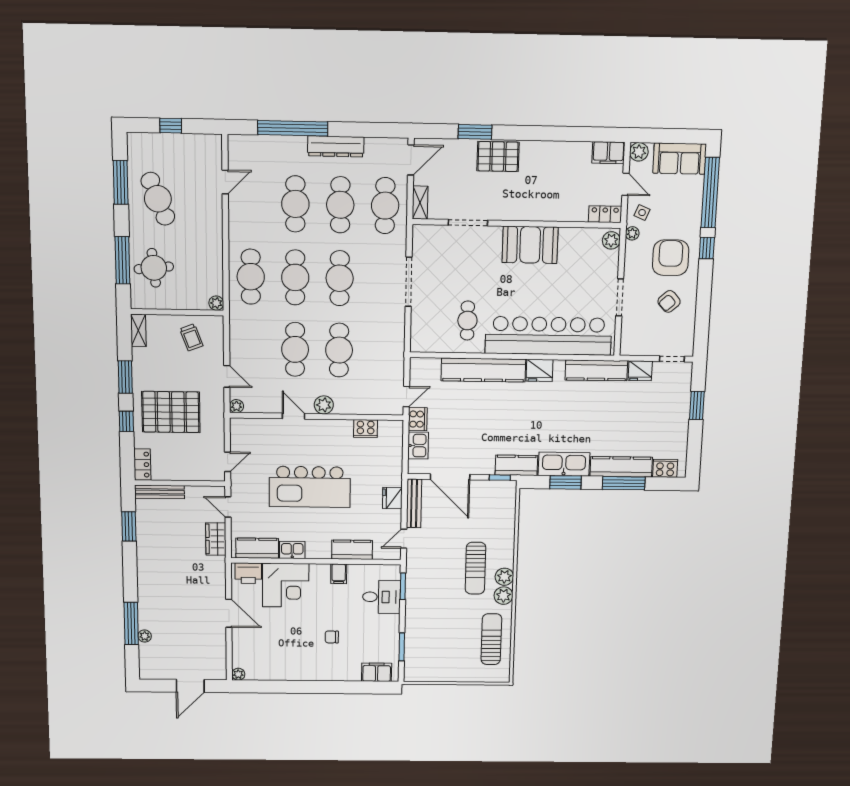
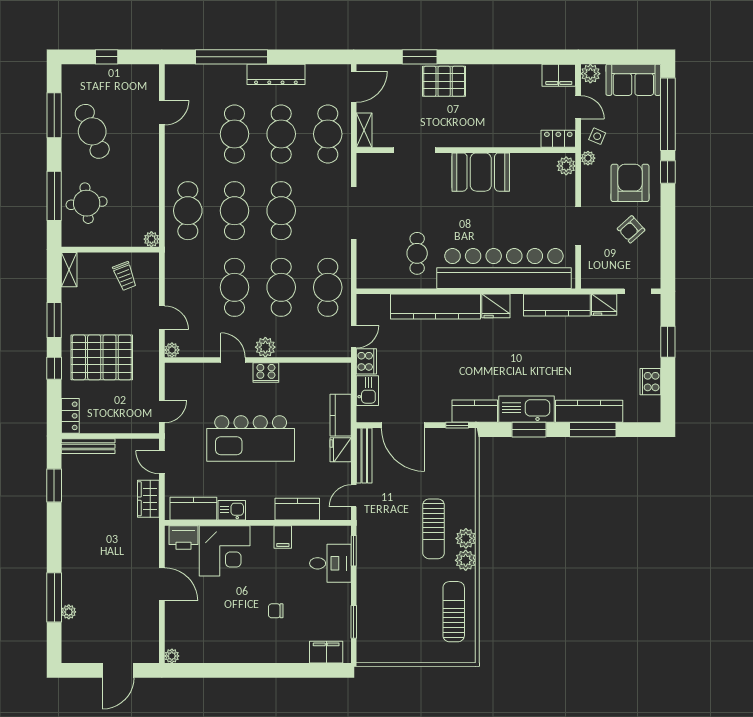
cafe table: (383, 351) -> (328, 287), added
cooker: (366, 429) -> (266, 373), moved
kitchen counter: (393, 467) -> (341, 415), added
cooker: (665, 468) -> (650, 382), moved, turned -90

